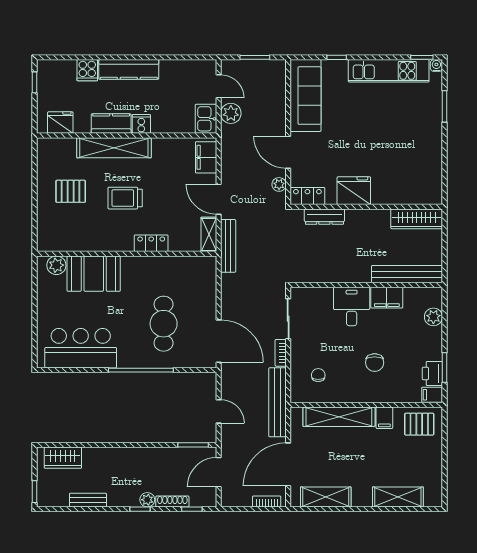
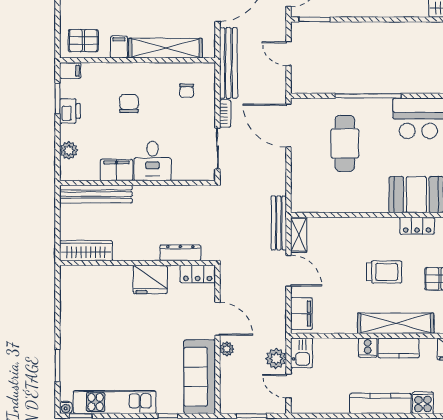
plant: (279, 184) -> (227, 349), moved
locker: (151, 243) -> (417, 226), moved
printer: (432, 373) -> (70, 111), moved

